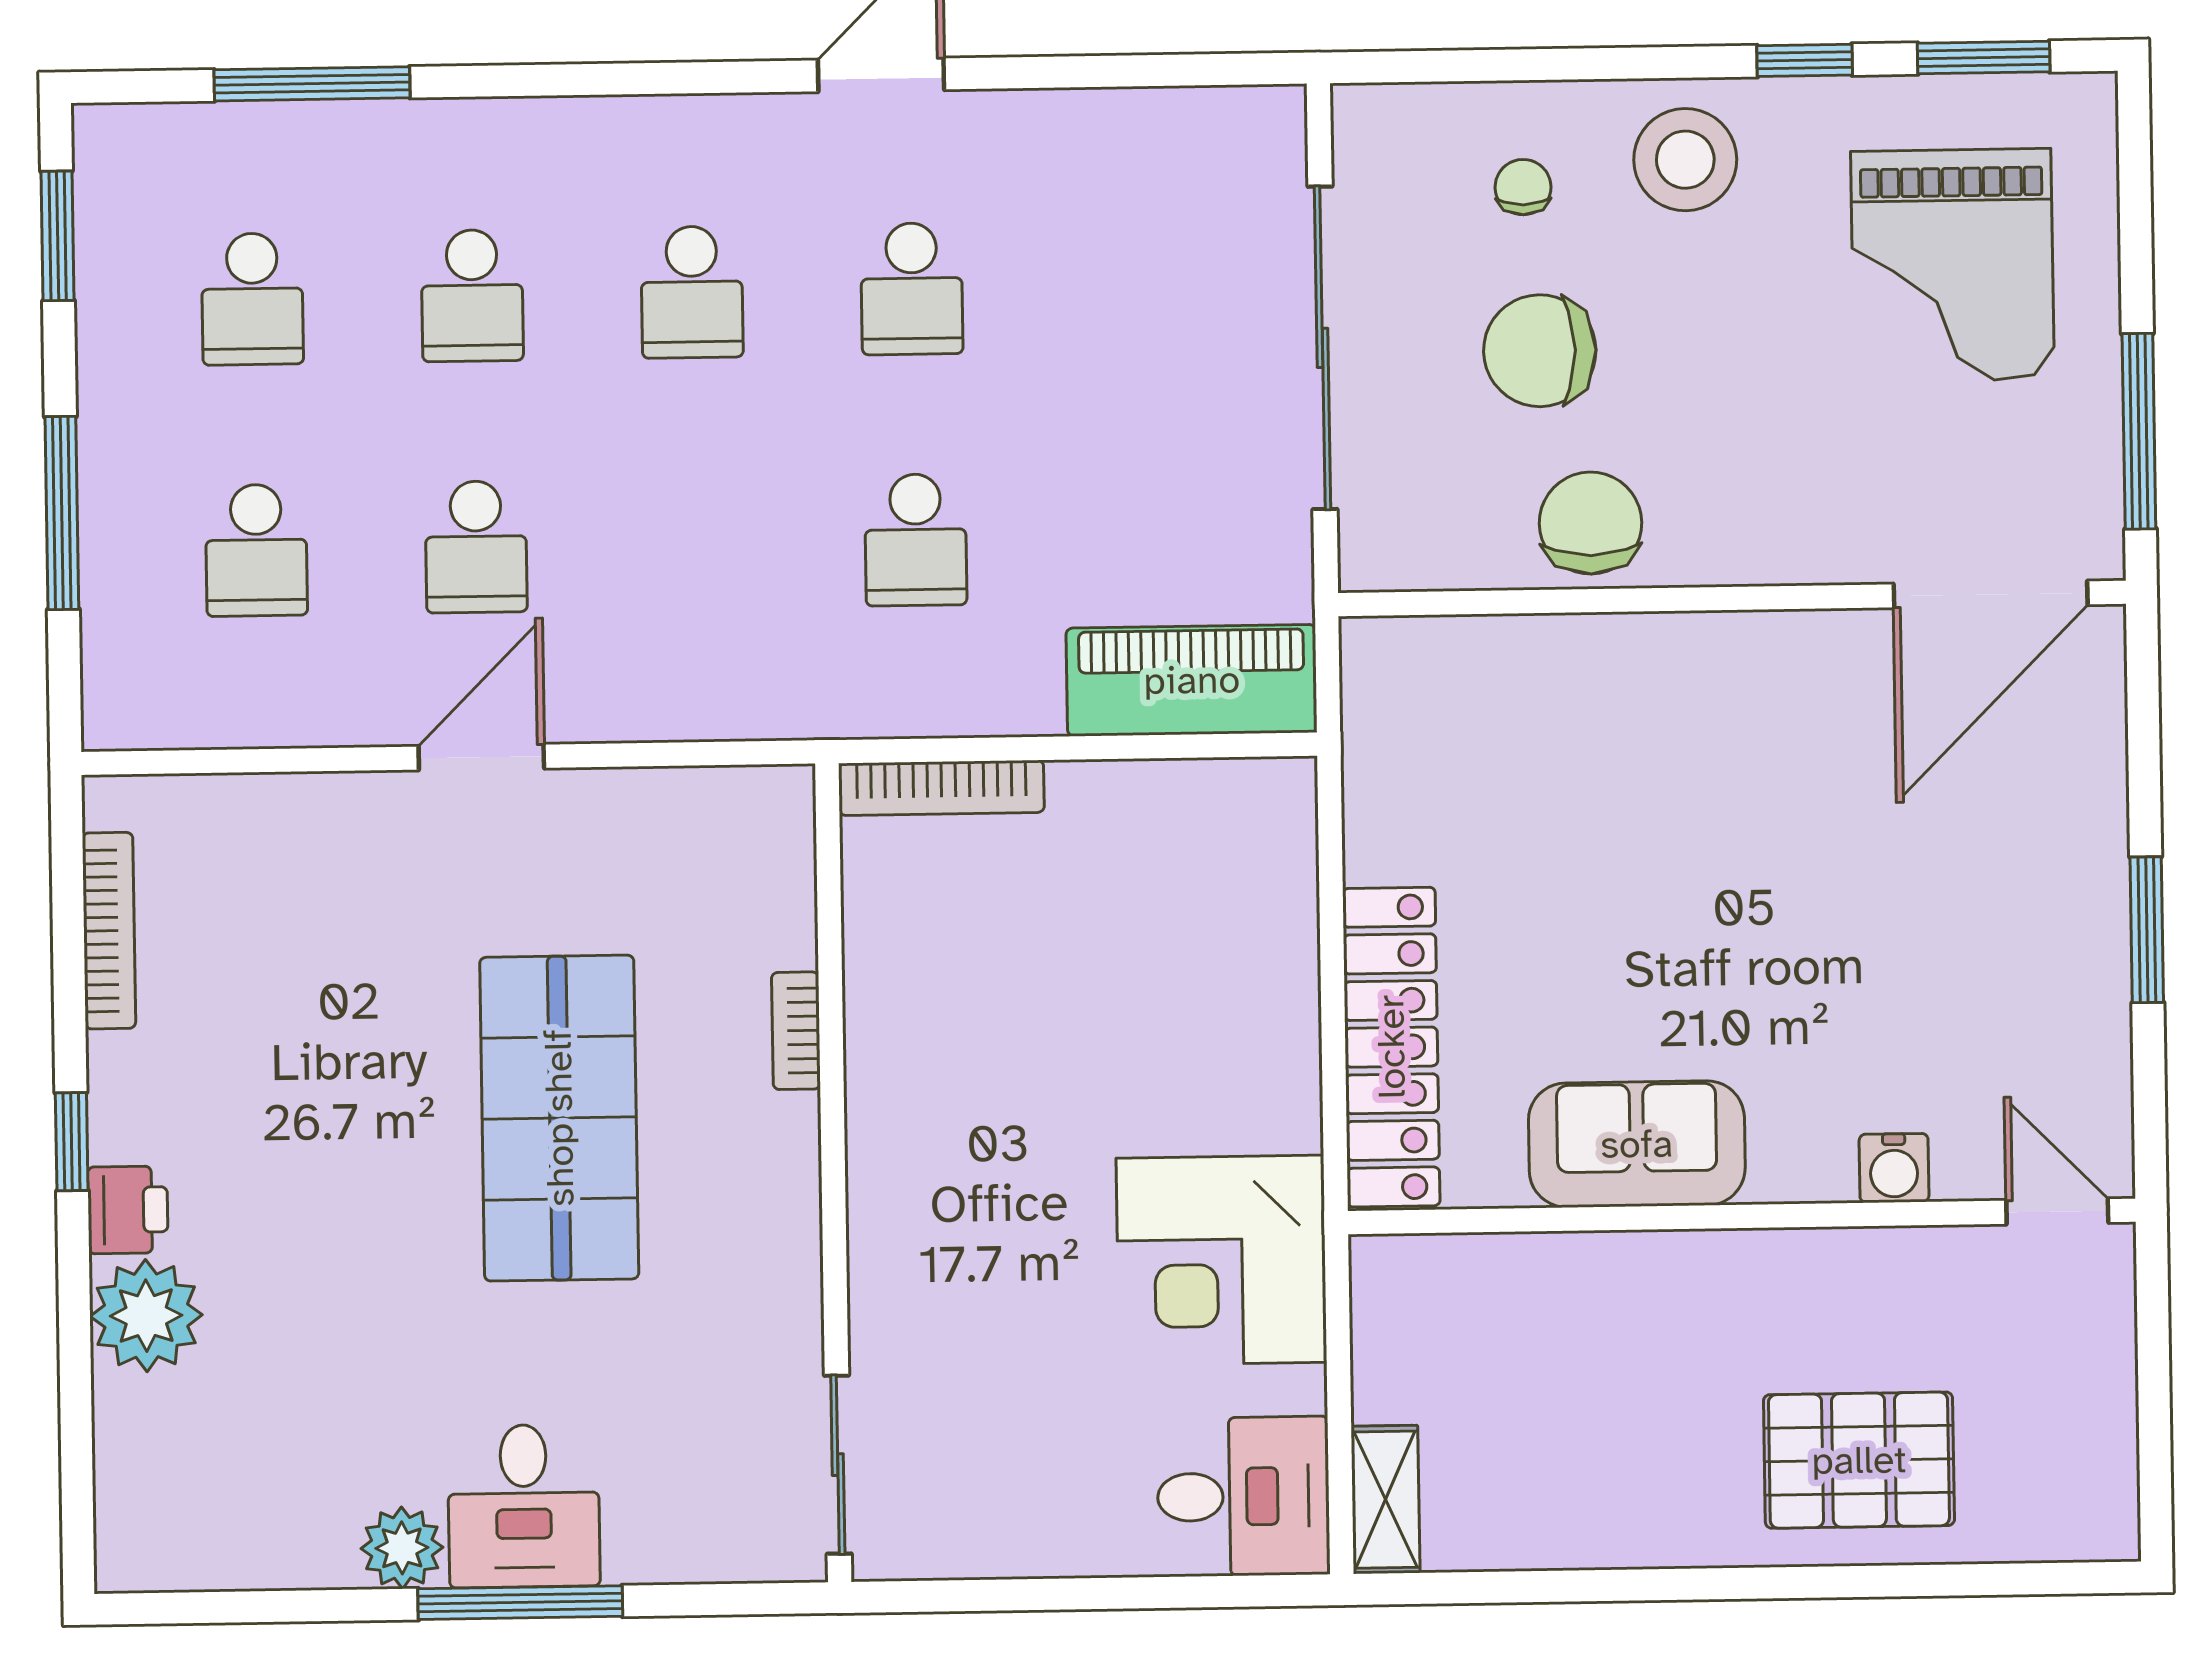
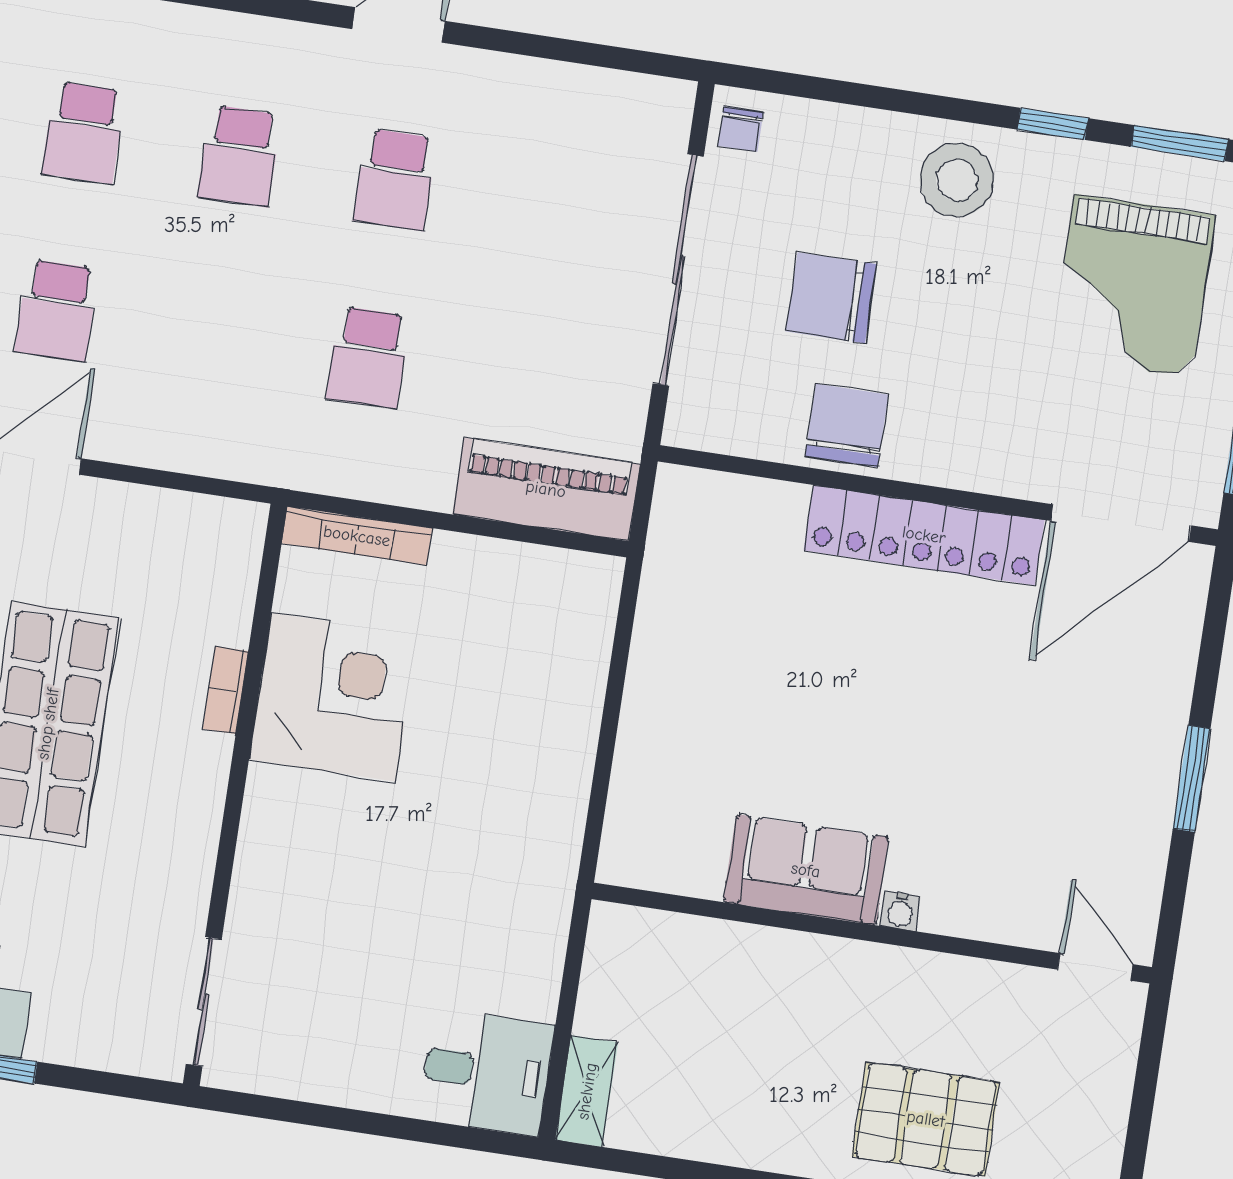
chair: (1523, 187) -> (741, 129), moved, turned 180
locker: (1391, 1047) -> (924, 535), moved, turned 90
water cooler: (1894, 1168) -> (900, 911), moved, width x0.72, depth x0.72
corner desk: (1221, 1260) -> (333, 697), moved, turned 180

